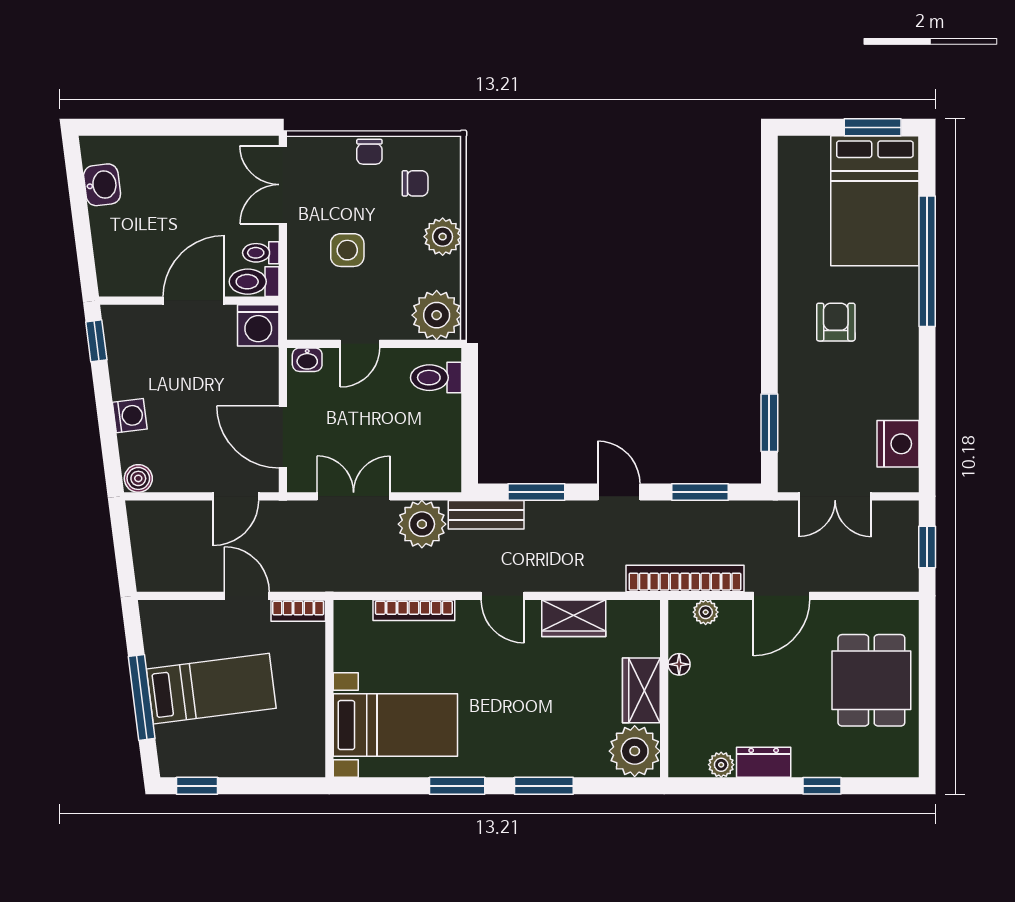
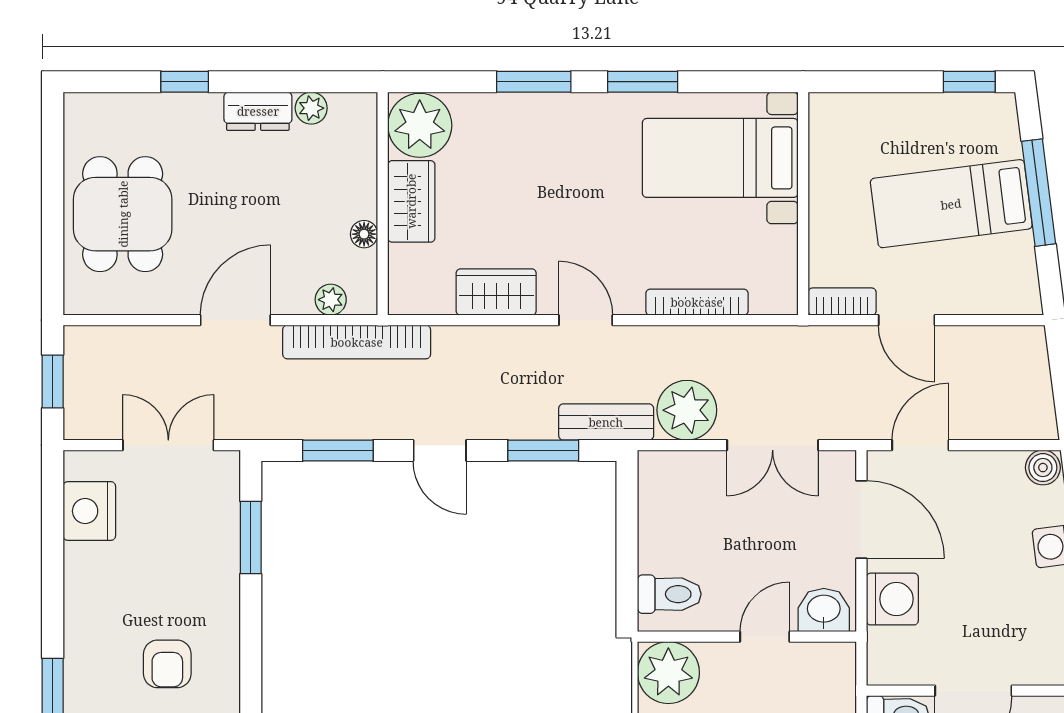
washing machine: (258, 325) -> (892, 599), moved, turned 90
washbasin: (307, 360) -> (824, 610), width x1.38, depth x1.45

